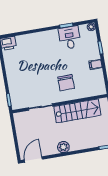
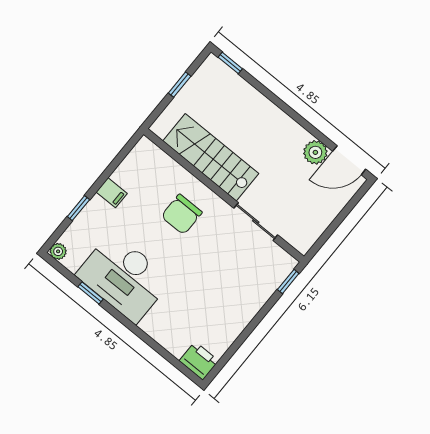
desk: (70, 38) -> (124, 277), width x1.87, depth x1.30
chair: (66, 83) -> (182, 214), turned 180
plant: (63, 147) -> (315, 152), moved

